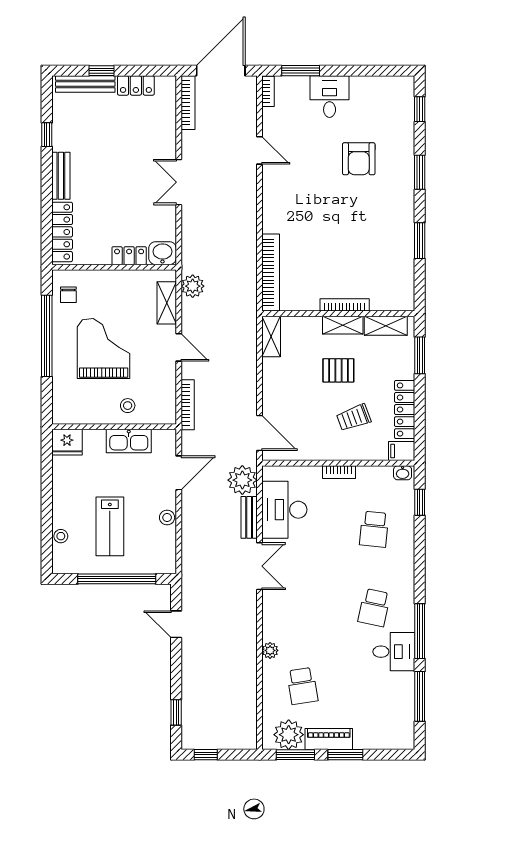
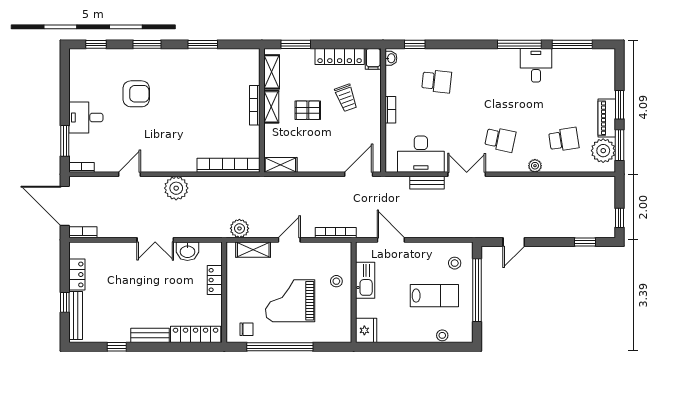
bookcase: (188, 103) -> (83, 232), width x0.64
washbasin: (163, 253) -> (187, 251), moved, turned -90
pallet: (338, 370) -> (308, 110), turned 90
plant: (242, 480) -> (176, 188), moved
stool: (167, 518) -> (455, 263), moved
school desk: (374, 608) -> (500, 139), moved

